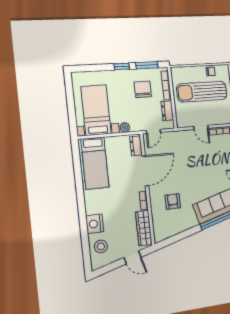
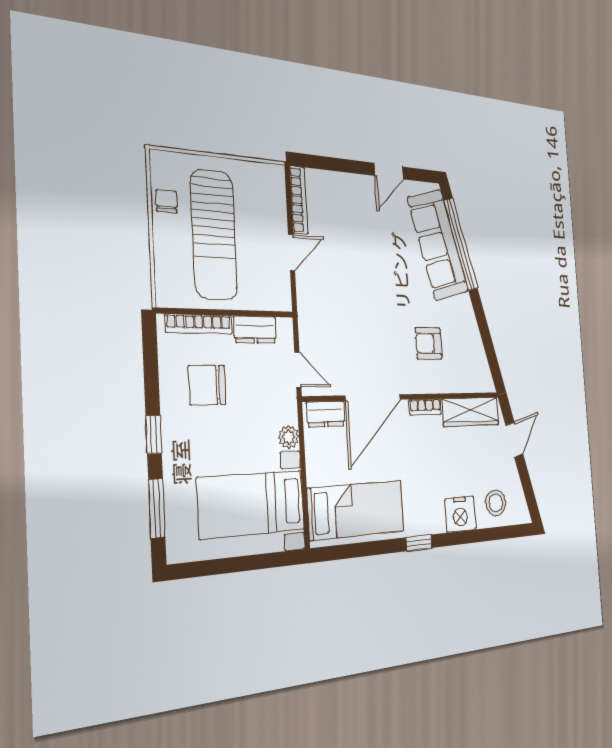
window: (147, 65) -> (157, 508), moved
door: (145, 171) -> (373, 398), swing flipped
window: (81, 199) -> (419, 543), added

